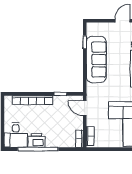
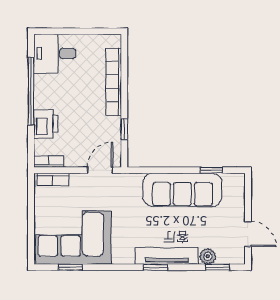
printer: (37, 140) -> (46, 124), moved

